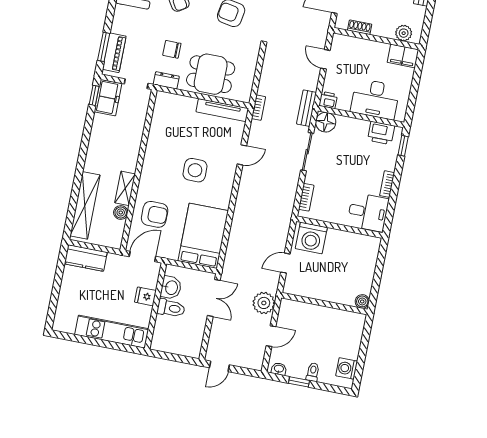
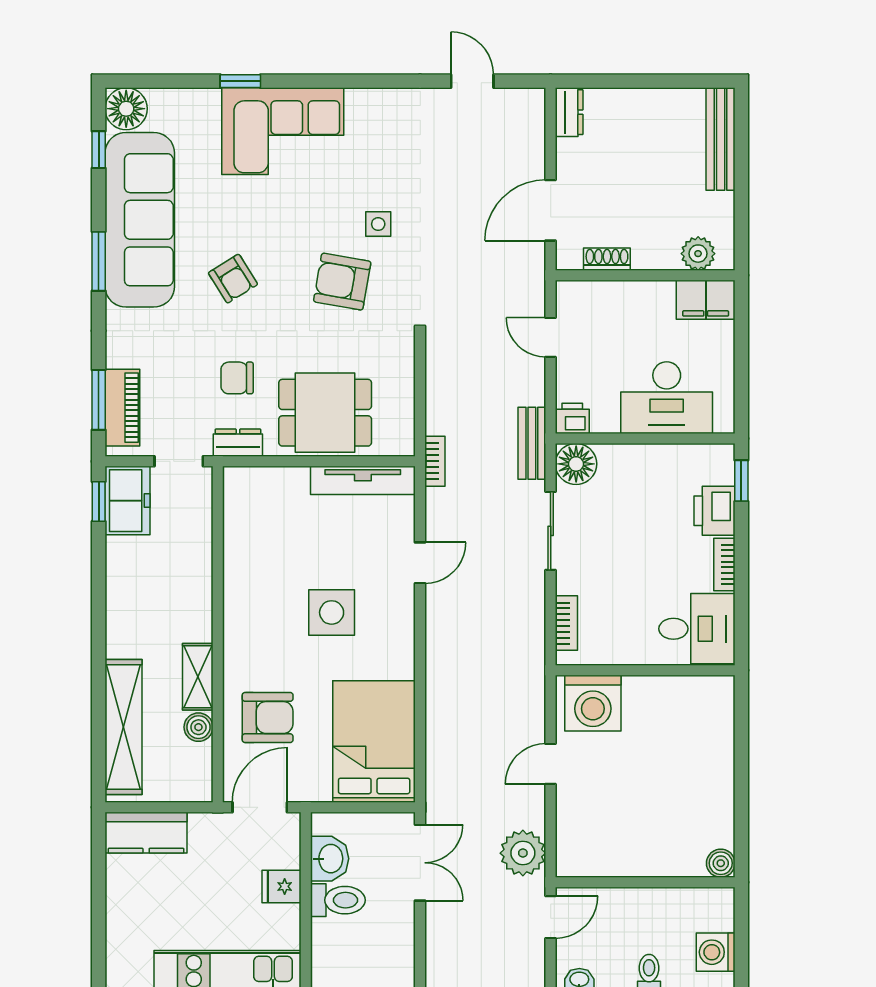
printer: (381, 133) -> (715, 511), moved, turned 90
boiler: (362, 301) -> (721, 863), moved
wall: (324, 304) -> (645, 882), moved

